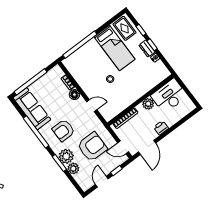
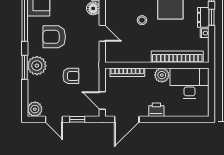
bookcase: (149, 85) -> (177, 57), added
armchair: (92, 147) -> (71, 76), width x0.53, depth x0.53
plant: (73, 168) -> (35, 109), moved
door: (102, 182) -> (54, 119), swing flipped

